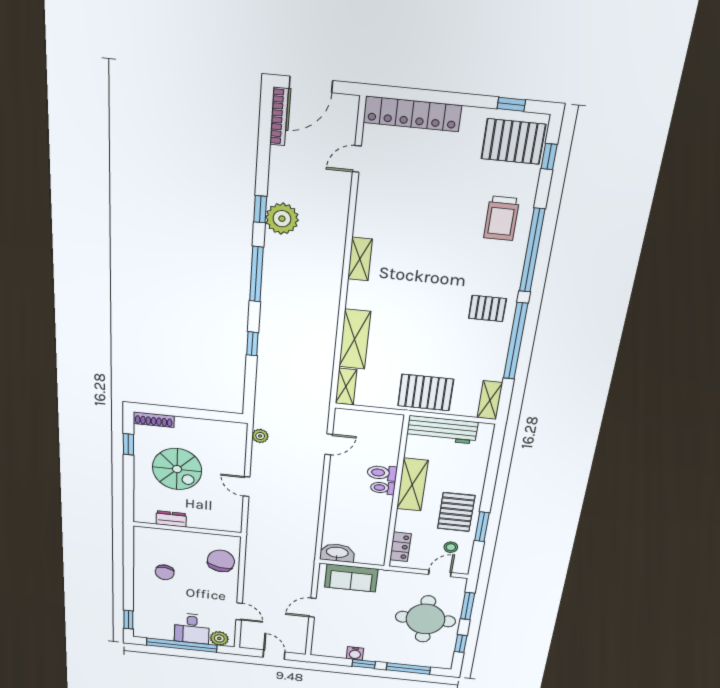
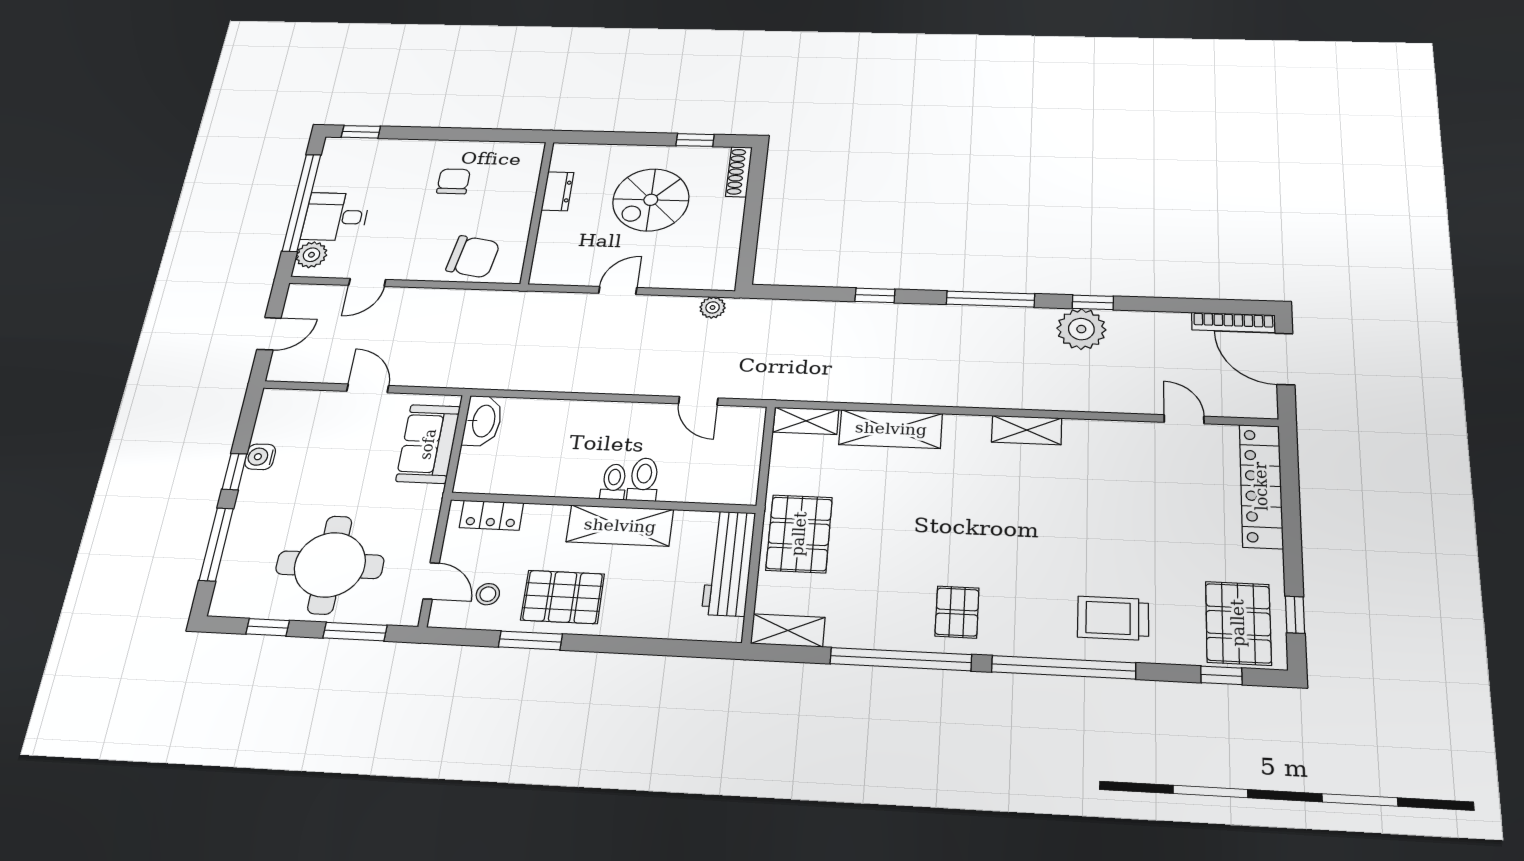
chair: (165, 572) -> (453, 181), turned 83

